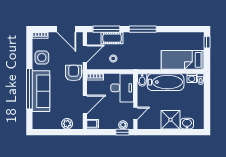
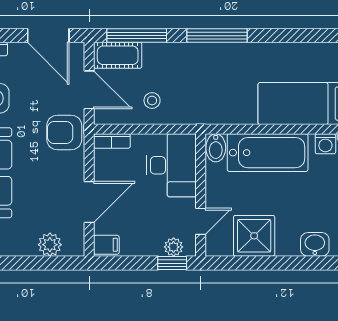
cot: (112, 38) -> (118, 55), moved
door: (85, 54) -> (89, 90), hinge flipped
armchair: (74, 73) -> (64, 132), turned -90
shower: (170, 120) -> (254, 236), moved

